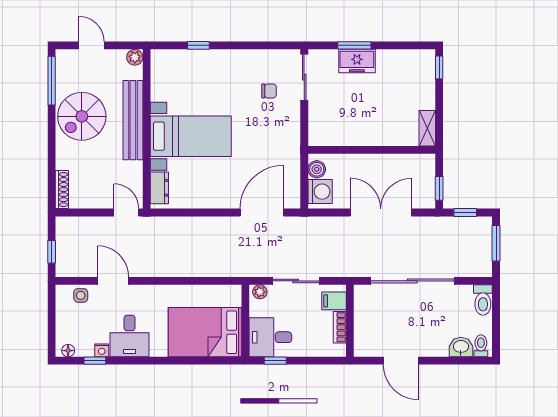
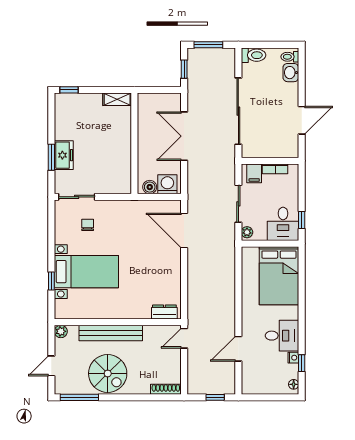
bed with nightstands: (191, 136) -> (86, 272), moved, turned 90
window: (439, 188) -> (165, 90), removed
side table: (81, 295) -> (250, 374), removed

